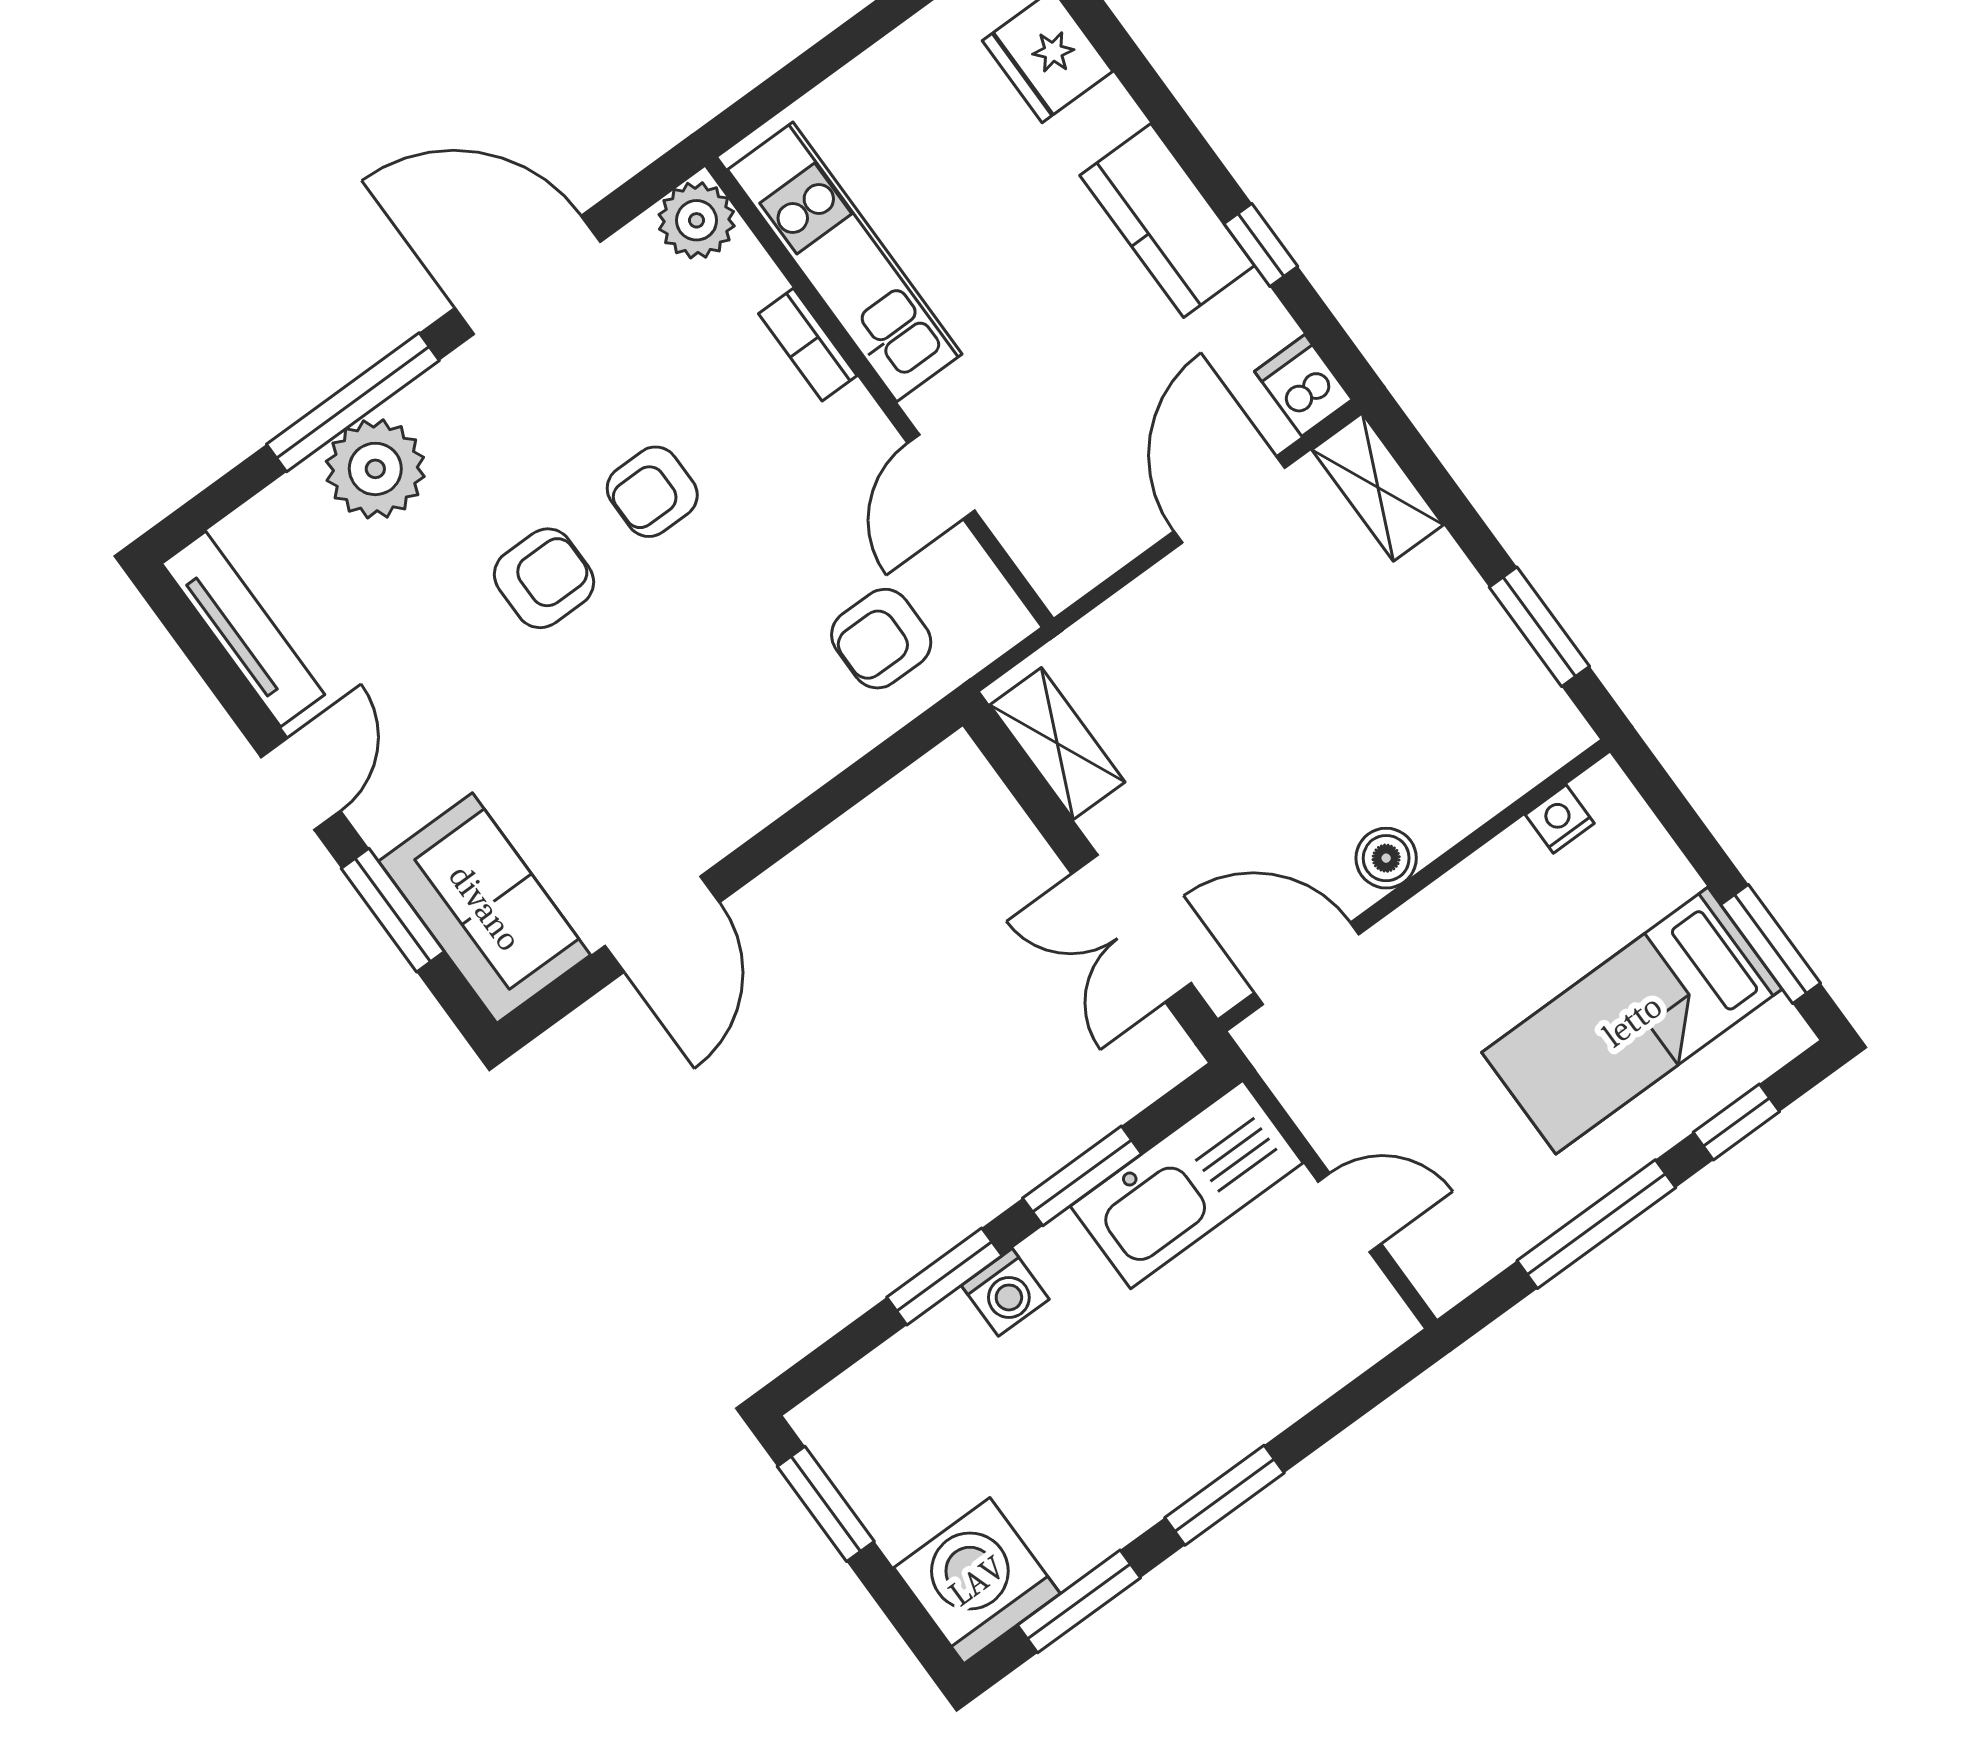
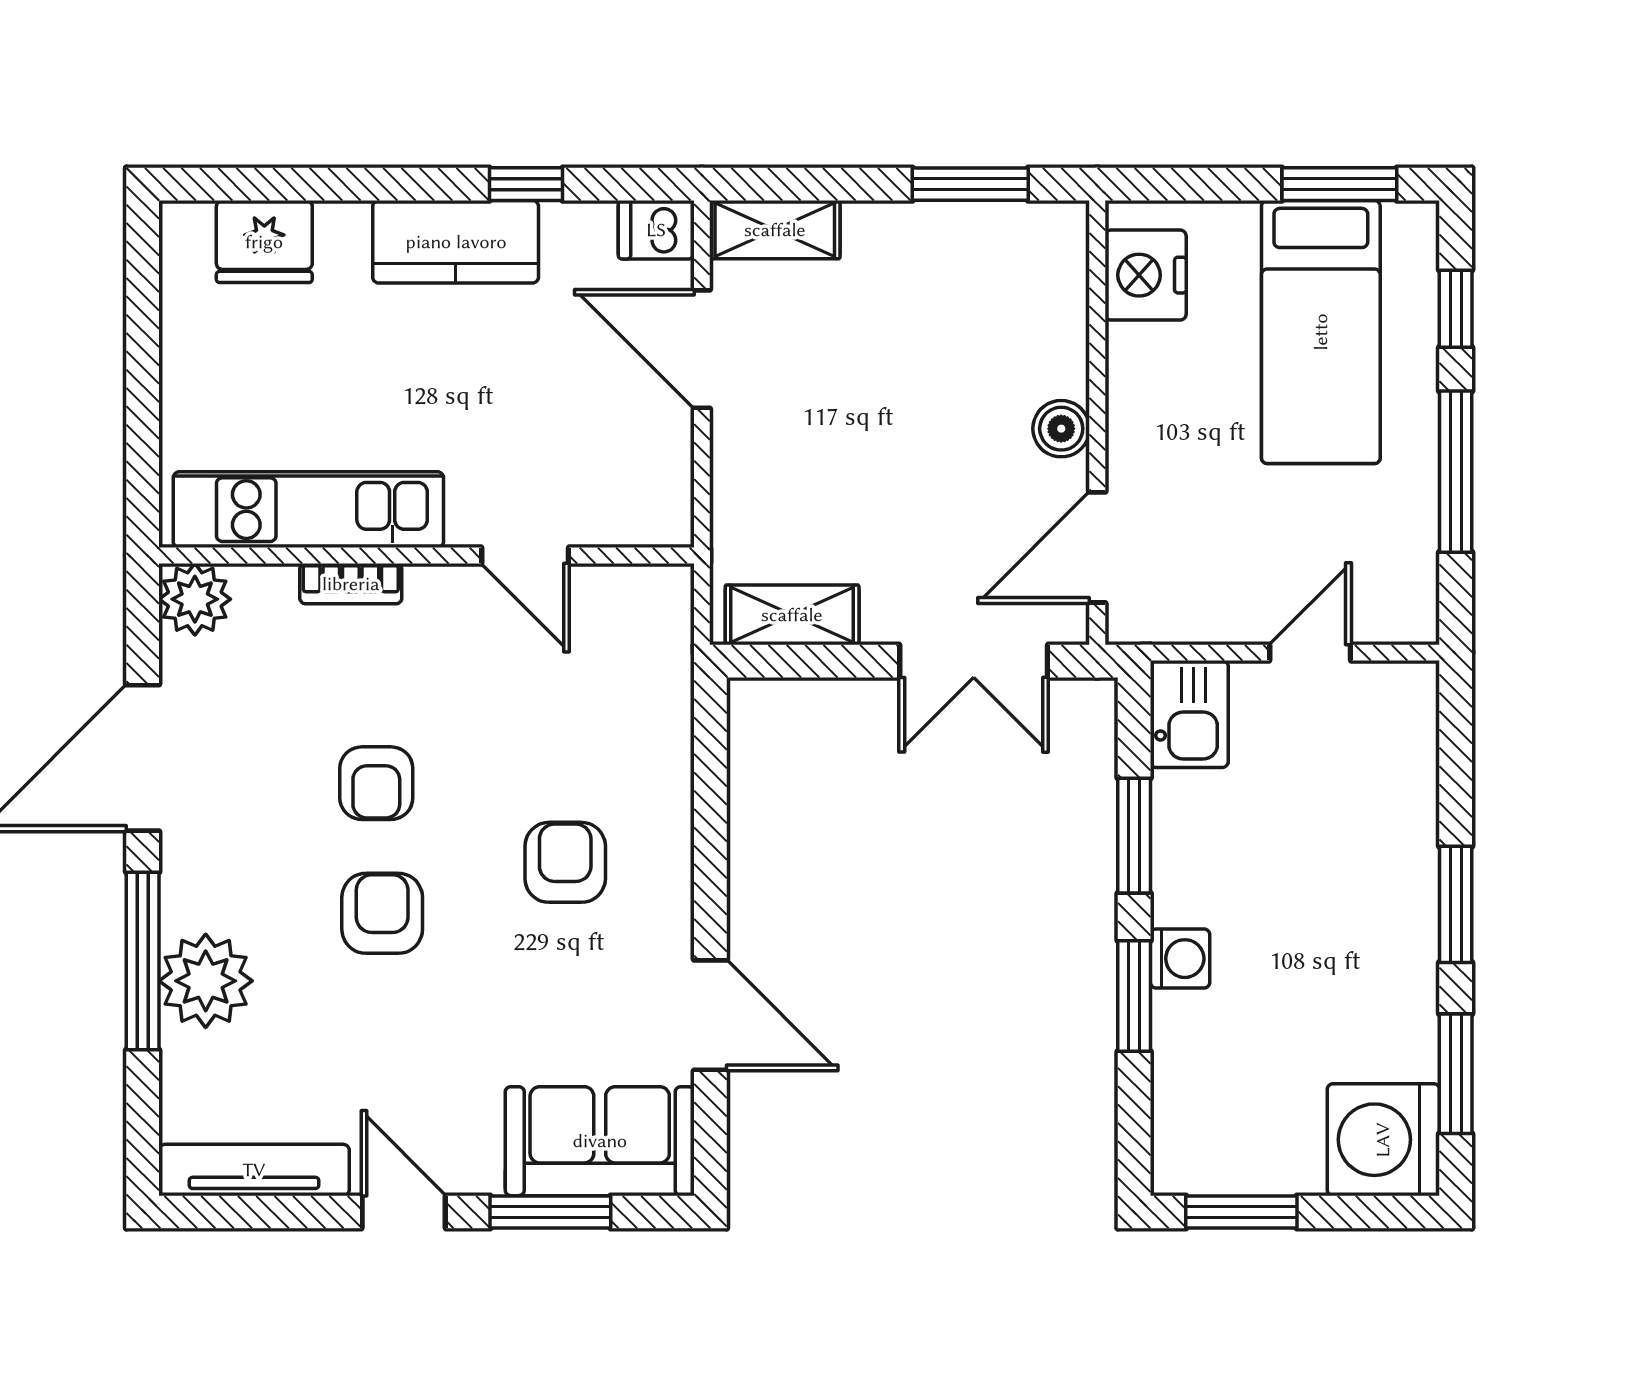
armchair: (881, 639) -> (565, 862), moved, turned 180
nightstand: (1560, 819) -> (1146, 275), width x1.89, depth x1.79
kitchen sink: (1187, 1185) -> (1189, 714), width x0.53, depth x0.81

